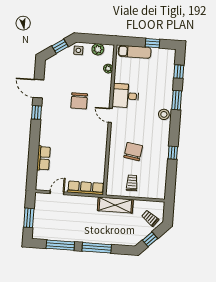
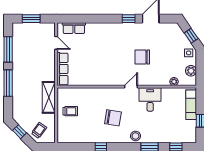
chair: (133, 152) -> (113, 118), moved
row of seats: (43, 158) -> (74, 28), moved

